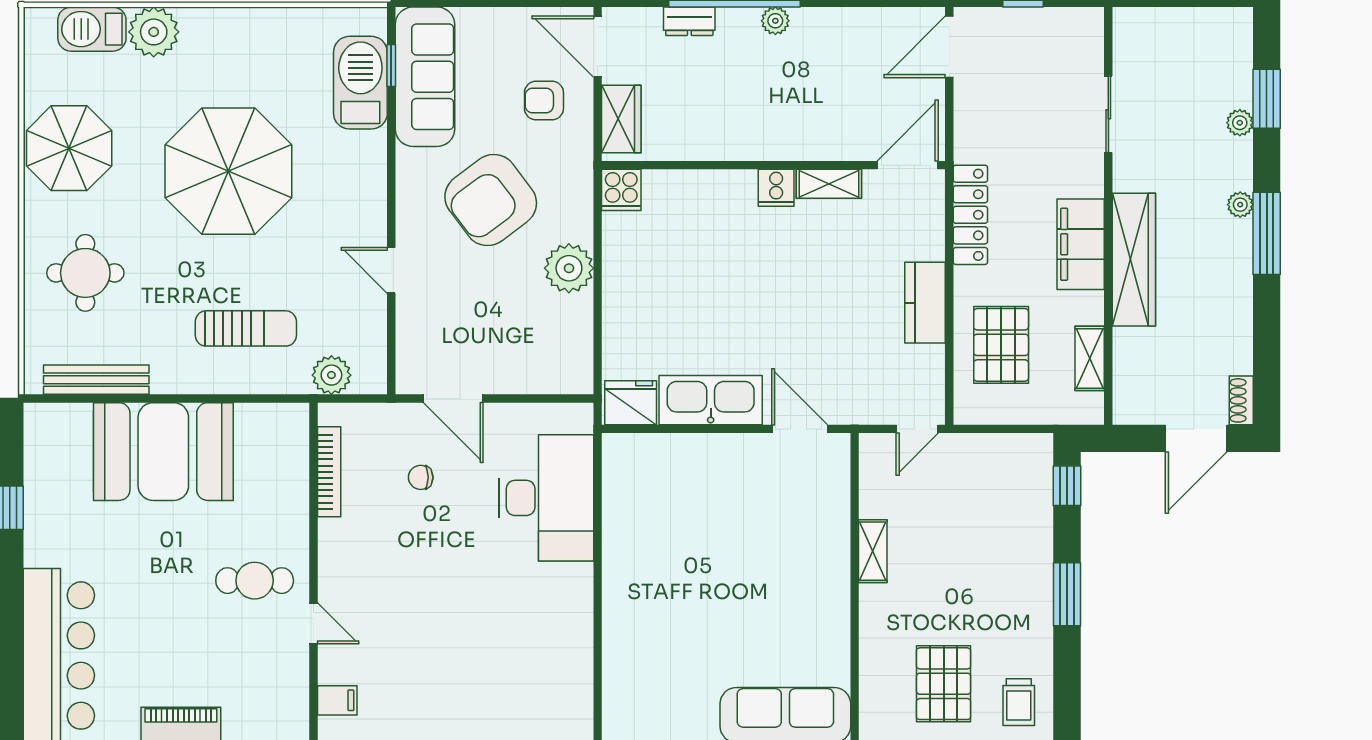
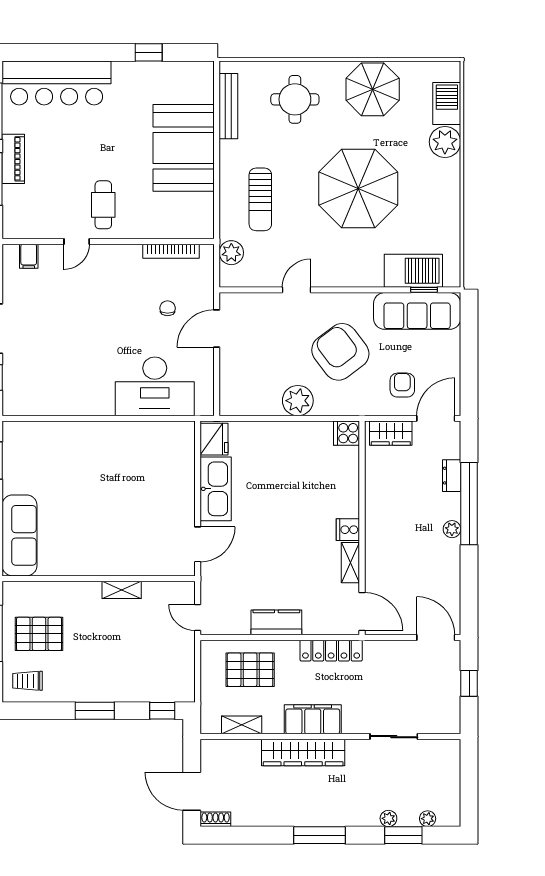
plant: (1240, 205) -> (428, 819), moved

